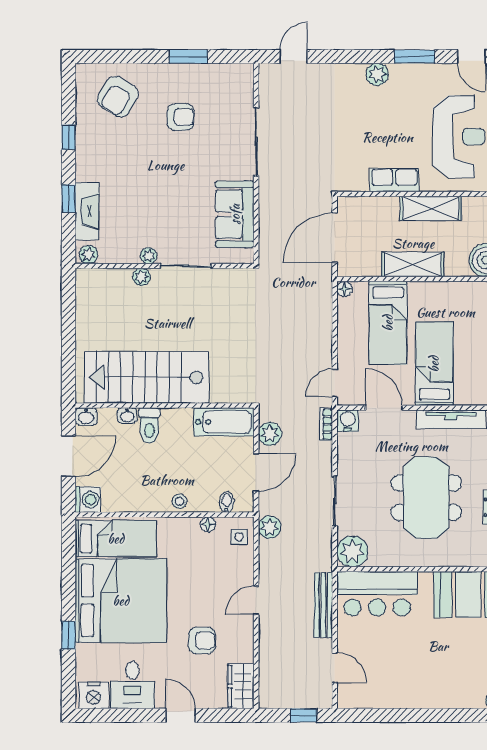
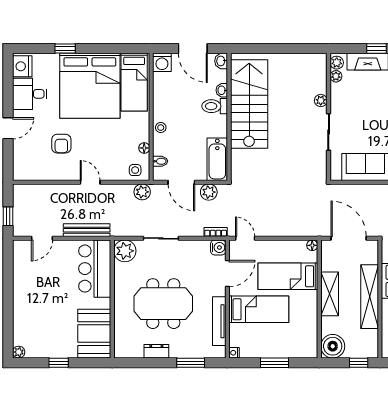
shelving: (431, 208) -> (370, 297), width x1.47
plant: (149, 256) -> (336, 76), moved
wardrobe: (241, 686) -> (29, 171), removed

